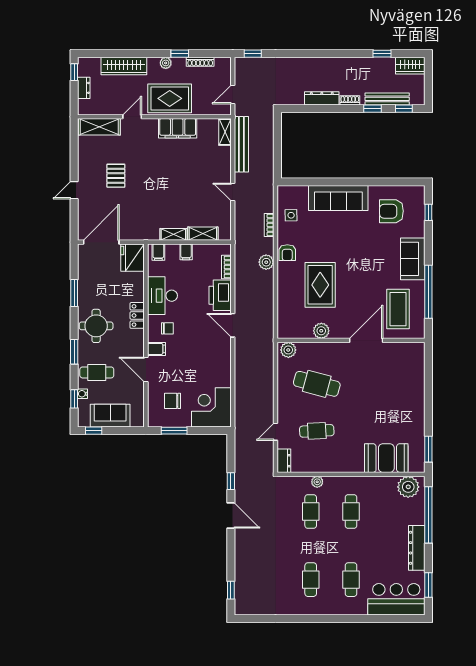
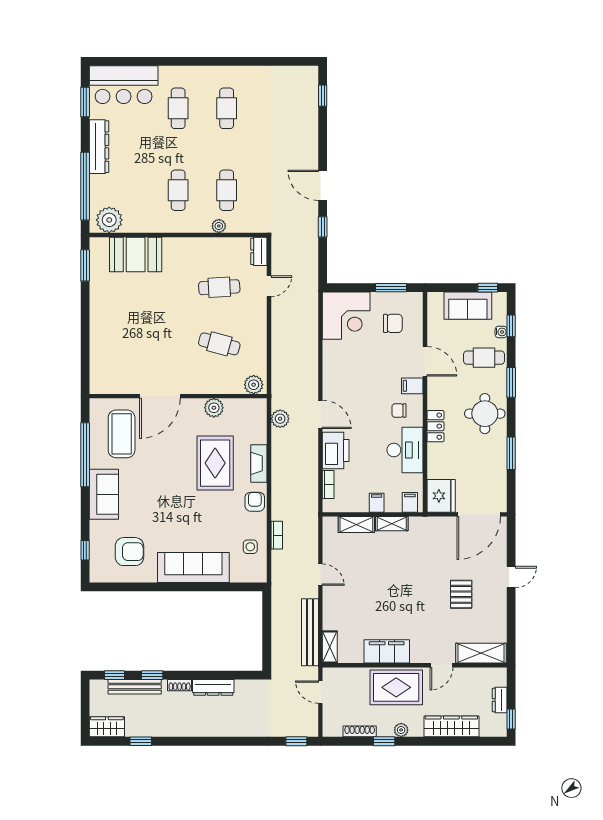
door: (233, 94) -> (320, 692), swing flipped
plant: (266, 262) -> (280, 419), moved
fireplace: (284, 285) -> (259, 463), added
cafe table: (317, 384) -> (219, 344), width x0.73, depth x0.74

